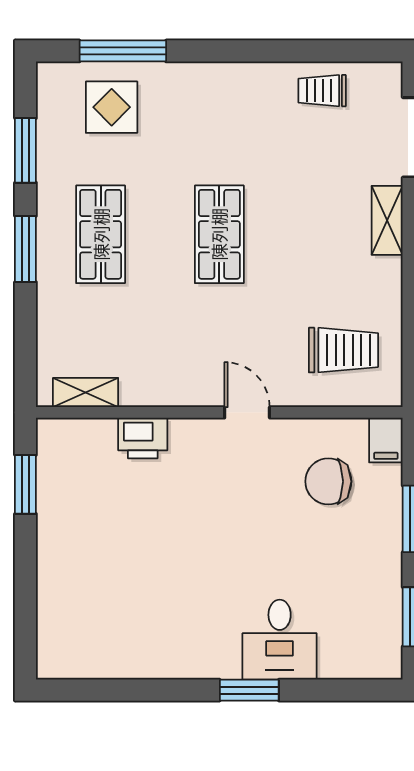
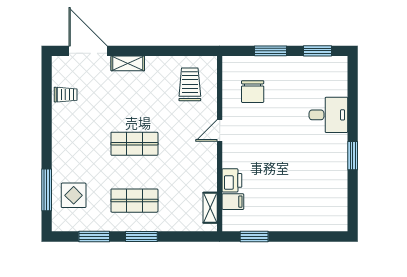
trolley: (322, 91) -> (66, 95), turned -90
filing cabinet: (386, 440) -> (233, 202), moved
window: (249, 690) -> (353, 156), moved

